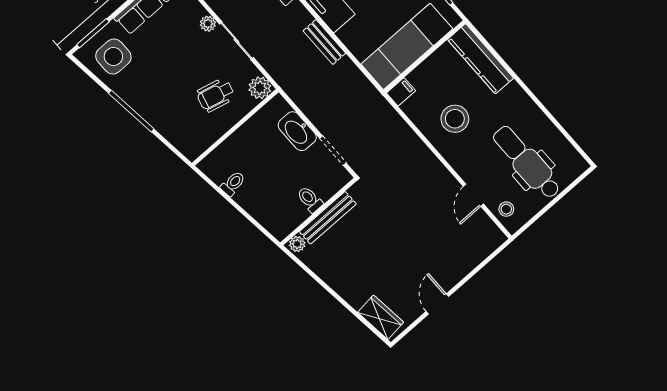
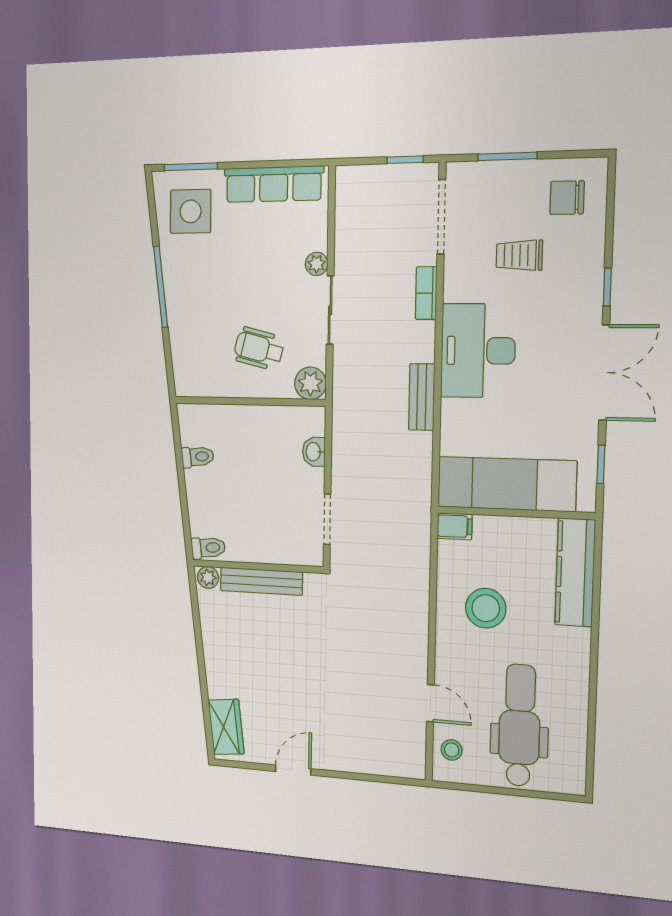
washbasin: (297, 131) -> (314, 452), width x0.52, depth x0.69
door: (473, 195) -> (430, 703), swing flipped
toilet: (310, 199) -> (208, 548), moved, turned 83

